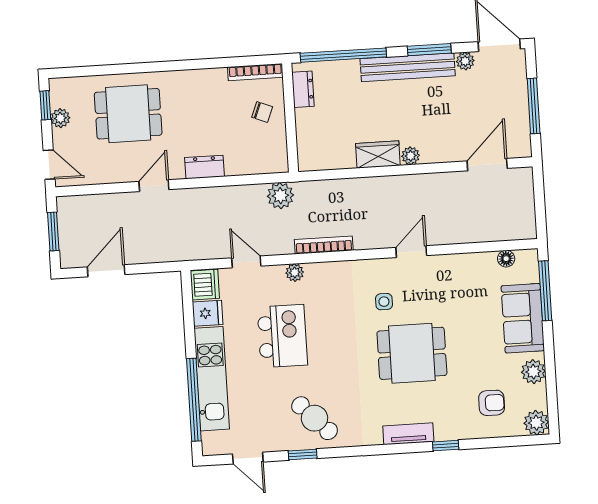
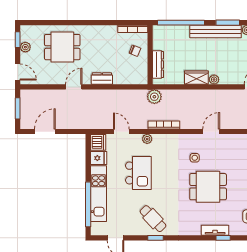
dresser: (303, 89) -> (158, 65), moved, width x1.44
plant: (280, 196) -> (154, 97), moved
tv unit: (408, 434) -> (215, 230), moved
window: (303, 455) -> (156, 238), moved

